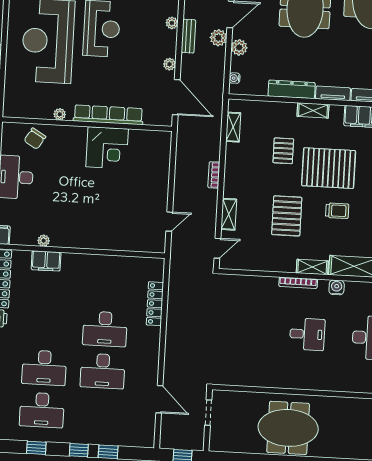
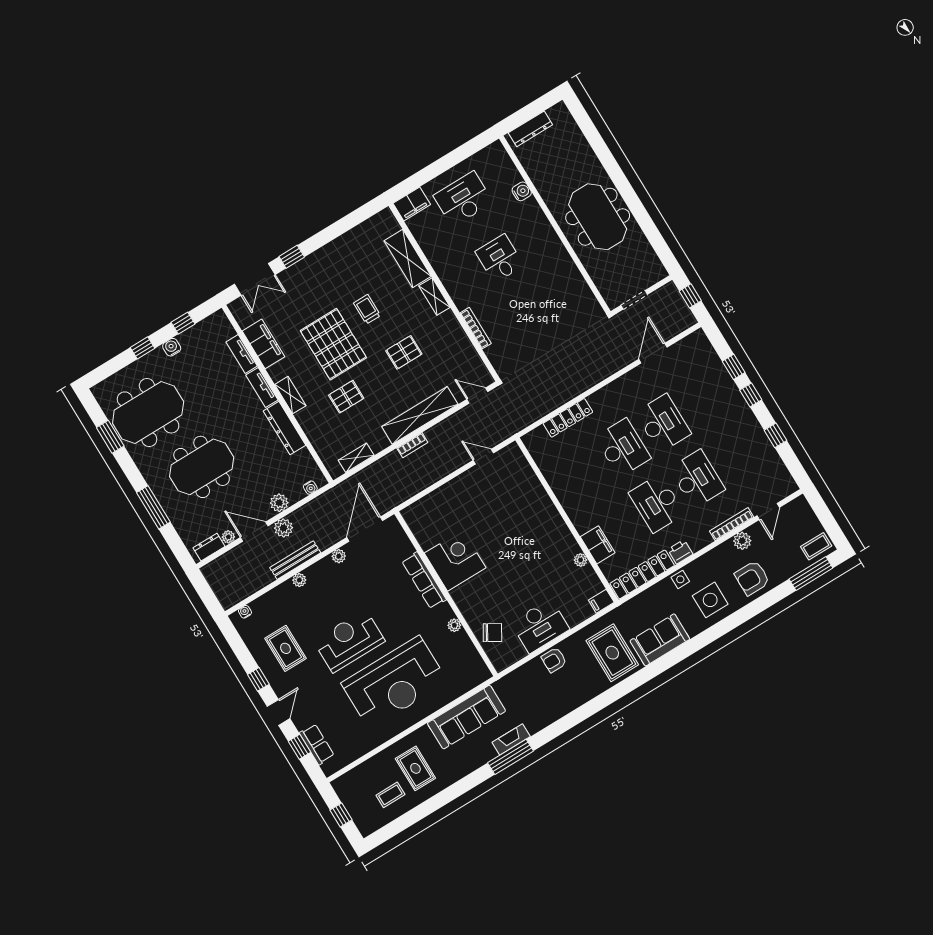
bench: (188, 36) -> (295, 560), width x1.36
row of seats: (108, 115) -> (424, 580), width x0.73
shelving: (229, 214) -> (420, 415), width x2.20, depth x1.33
pallet: (287, 216) -> (404, 352), width x0.67, depth x0.71
bookcase: (298, 283) -> (476, 328), moved
water cooler: (337, 287) -> (522, 191), moved, turned 180
desk: (42, 410) -> (657, 503), moved, turned 180

